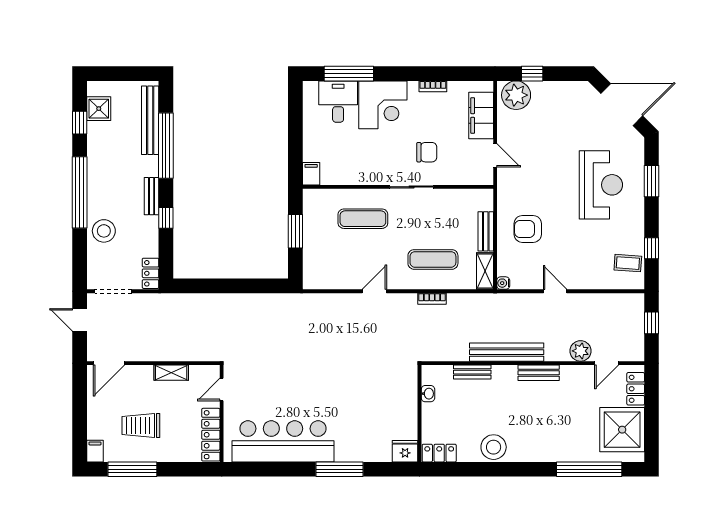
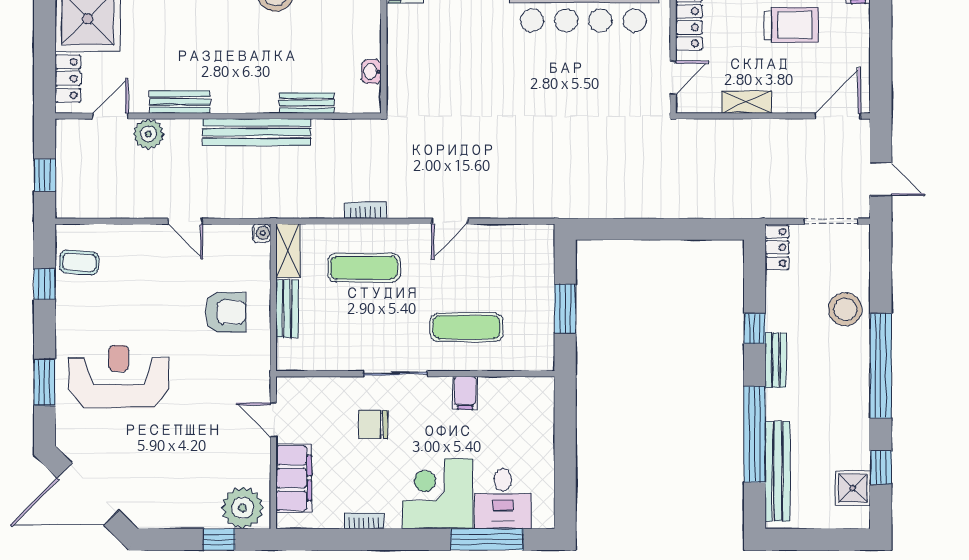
filing cabinet: (311, 174) -> (465, 393), moved
reception desk: (601, 185) -> (119, 377), turned 90
bench: (539, 373) -> (180, 102), moved

